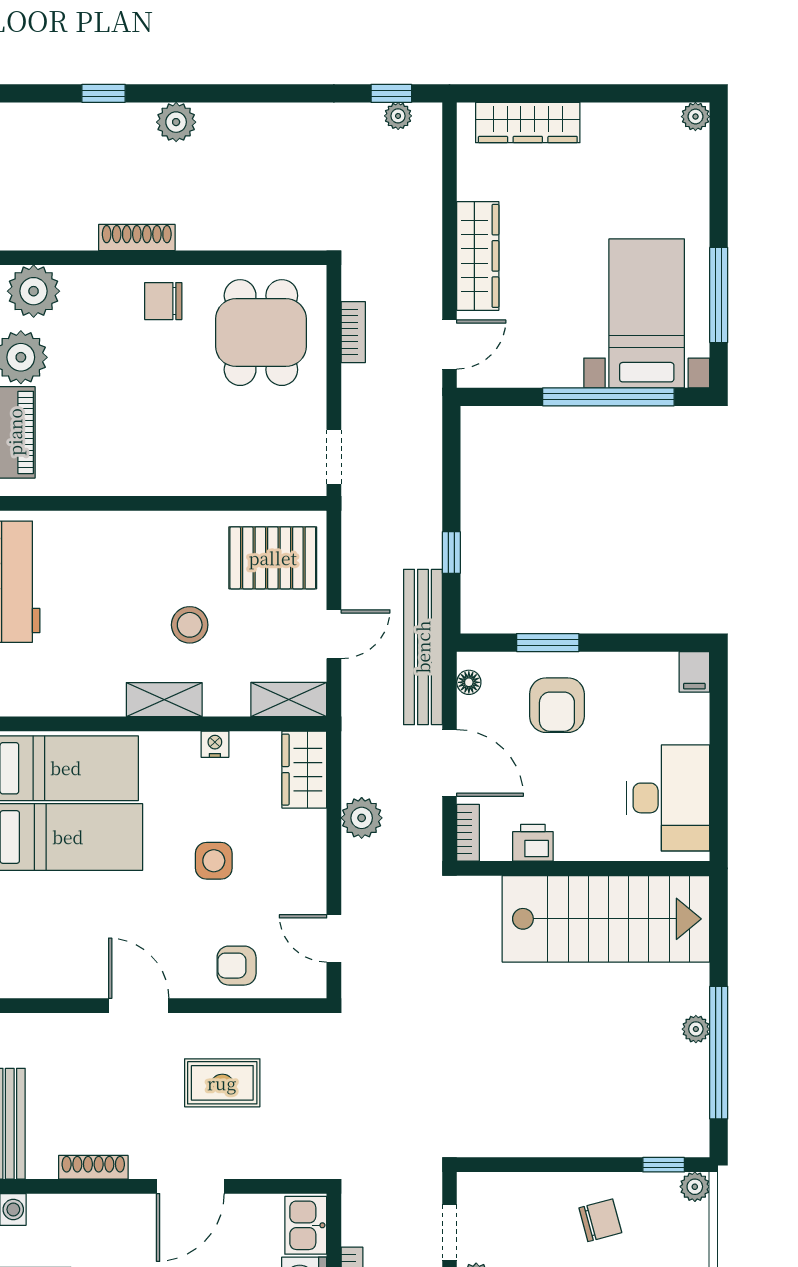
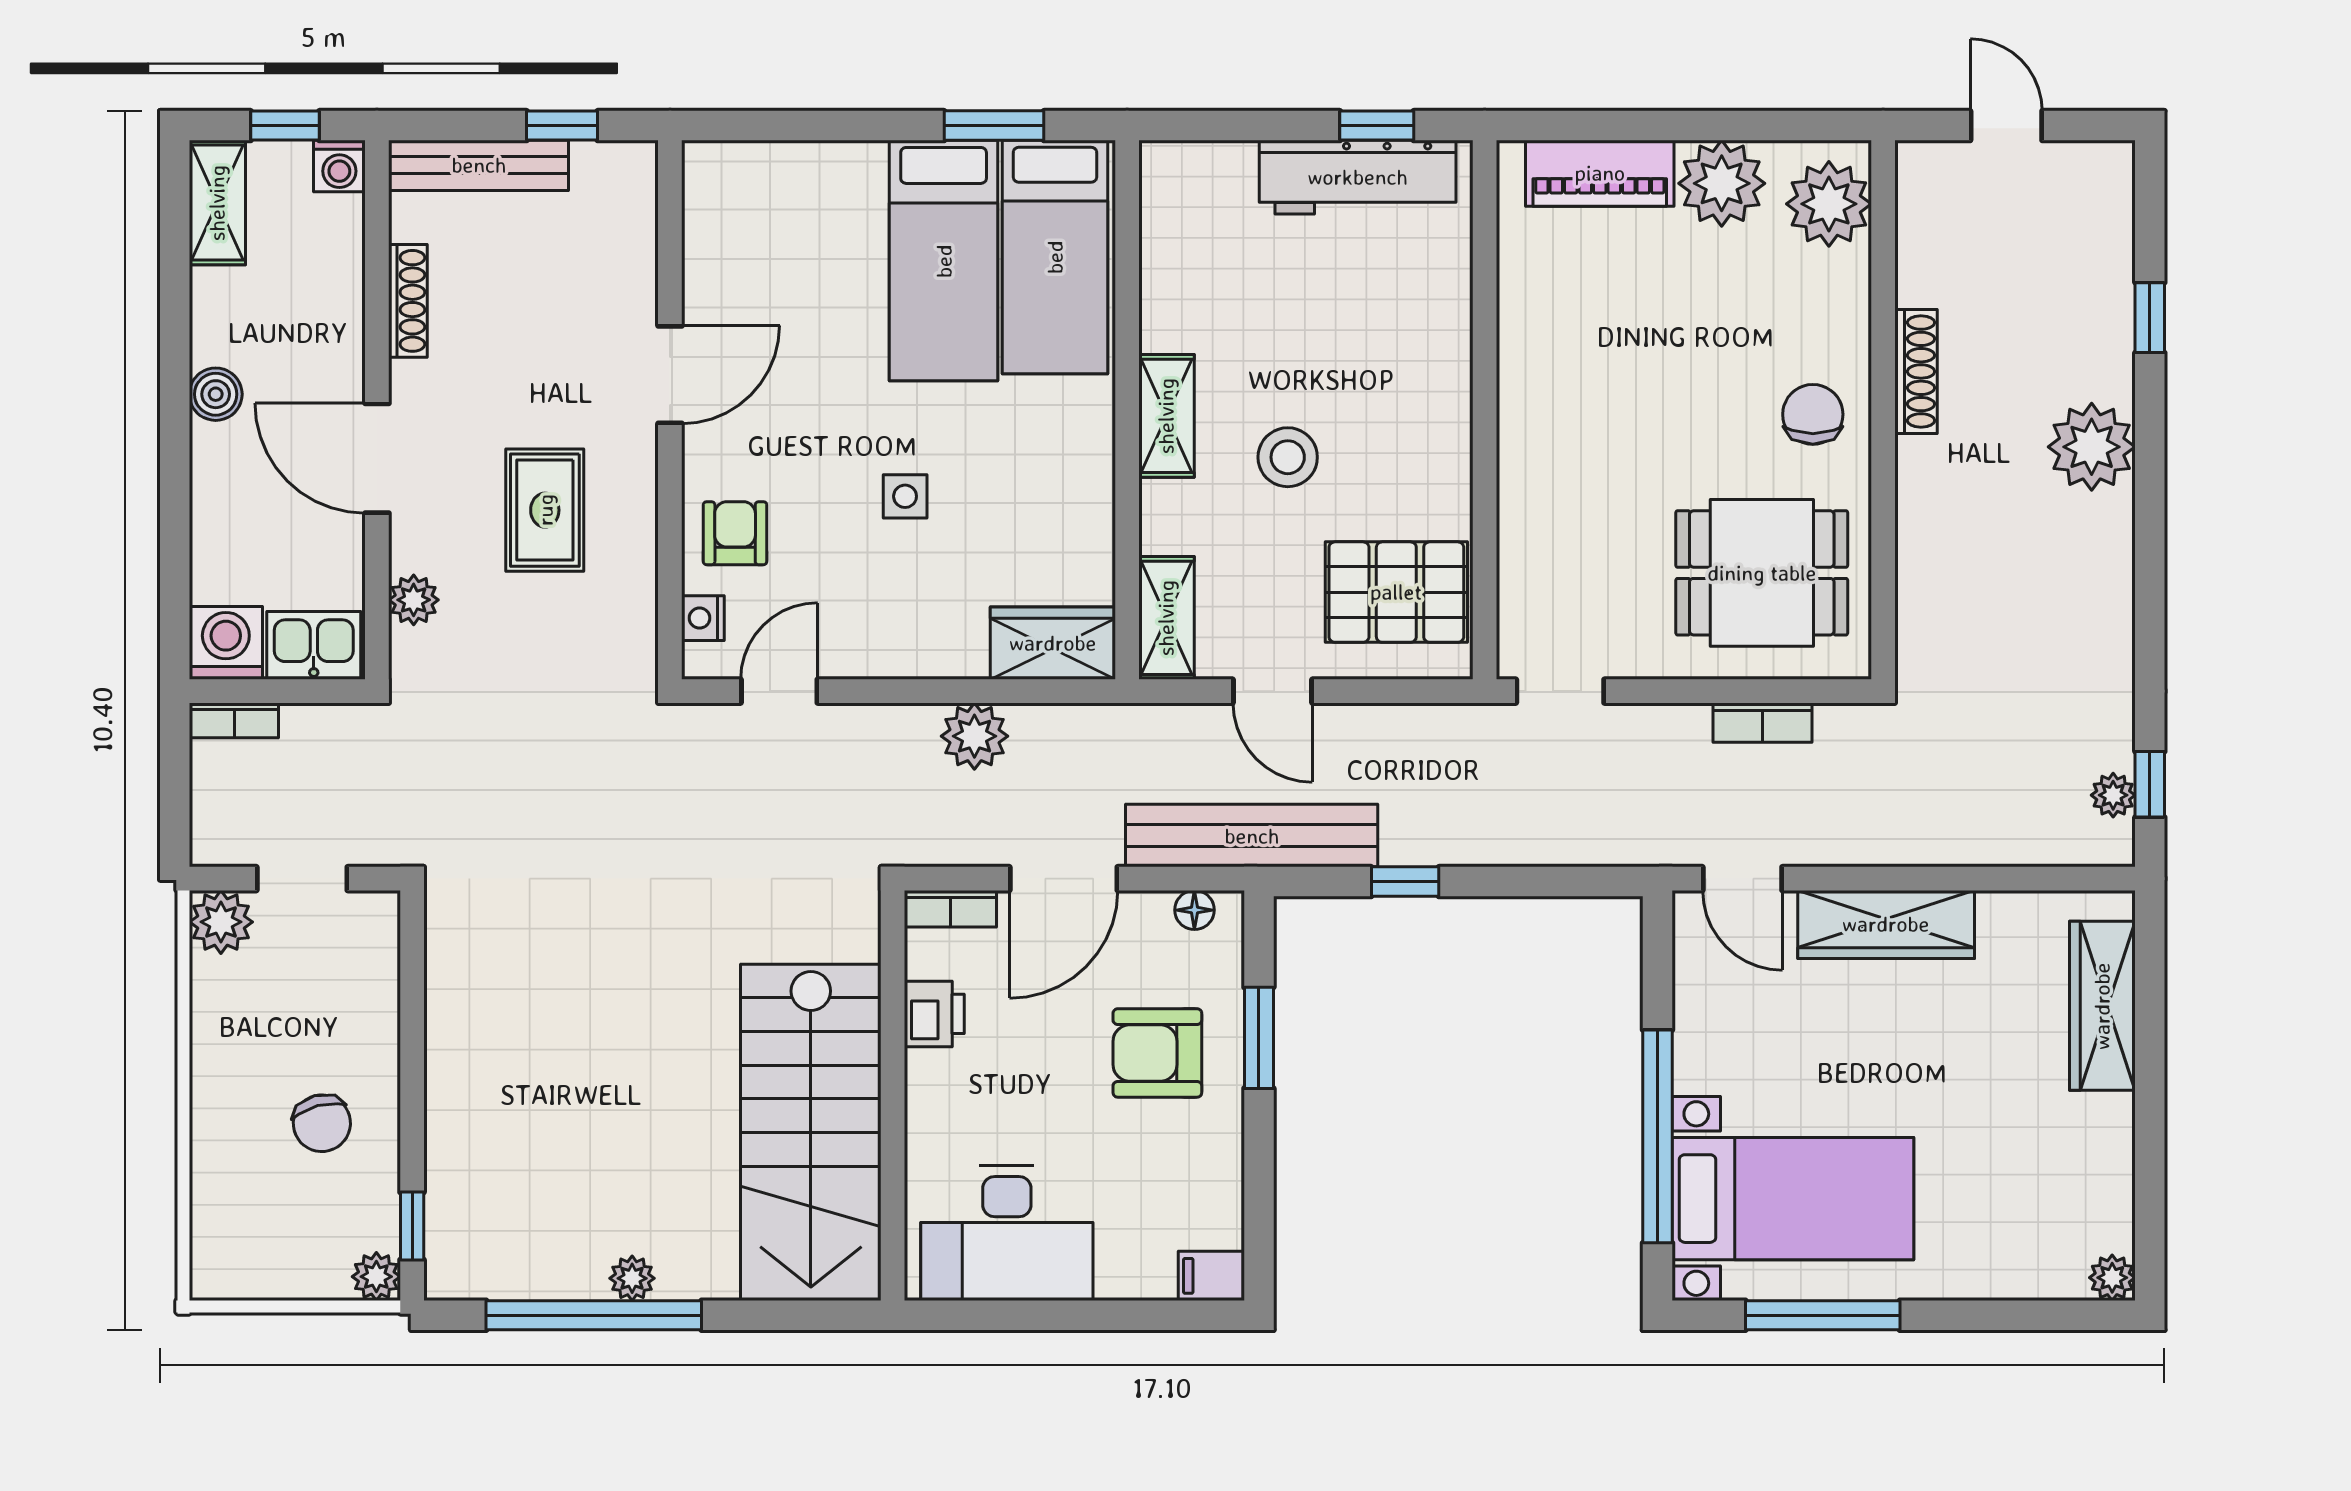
plant: (176, 122) -> (2092, 447), width x1.36, depth x1.36
pallet: (273, 558) -> (1396, 592), turned 90
nightstand: (215, 744) -> (703, 618), moved, turned 180
side table: (214, 861) -> (905, 496), width x0.73, depth x0.73
plant: (278, 1164) -> (414, 600), added

